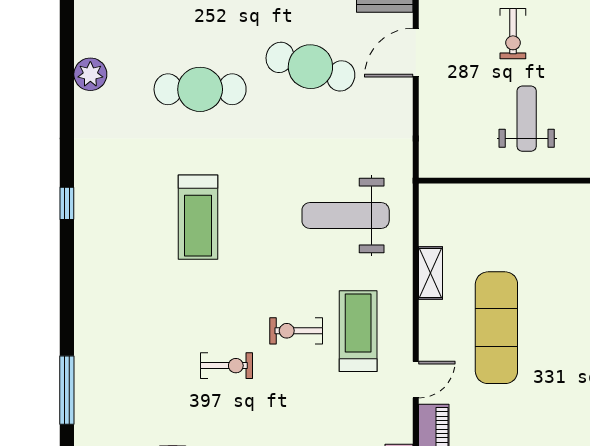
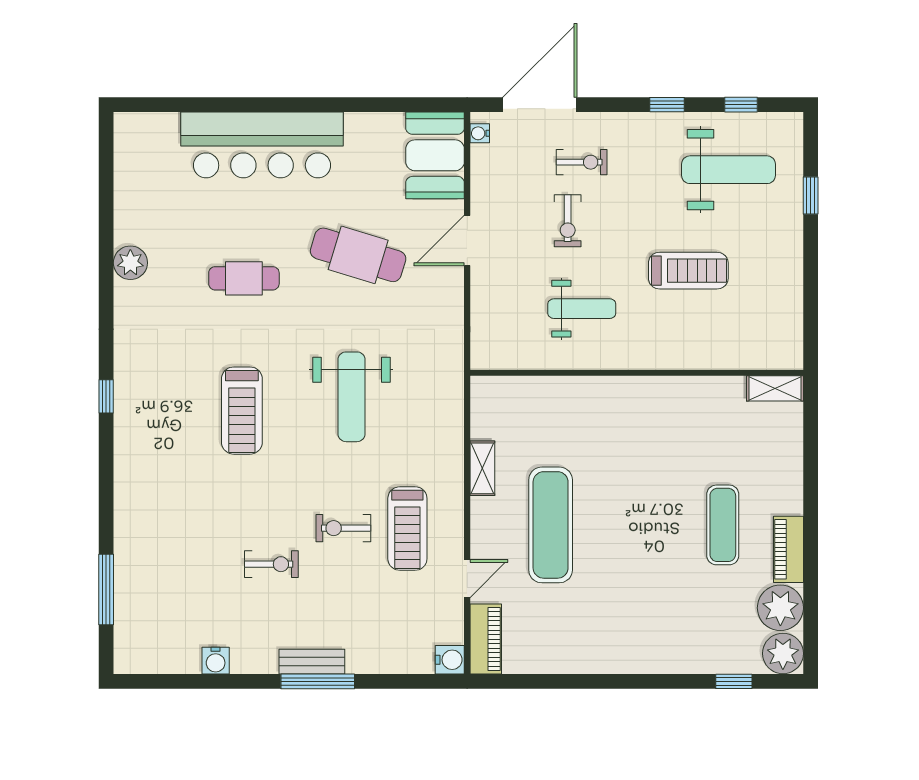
cafe table: (200, 89) -> (244, 278), width x0.73, depth x0.74
weight bench: (527, 119) -> (582, 309), turned 90
weight bench: (346, 215) -> (351, 397), moved, turned -90
treadmill: (358, 331) -> (407, 529), turned 180

